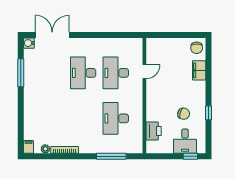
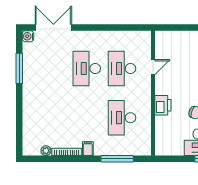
printer: (154, 131) -> (163, 105), moved
filing cabinet: (28, 147) -> (88, 149), moved

